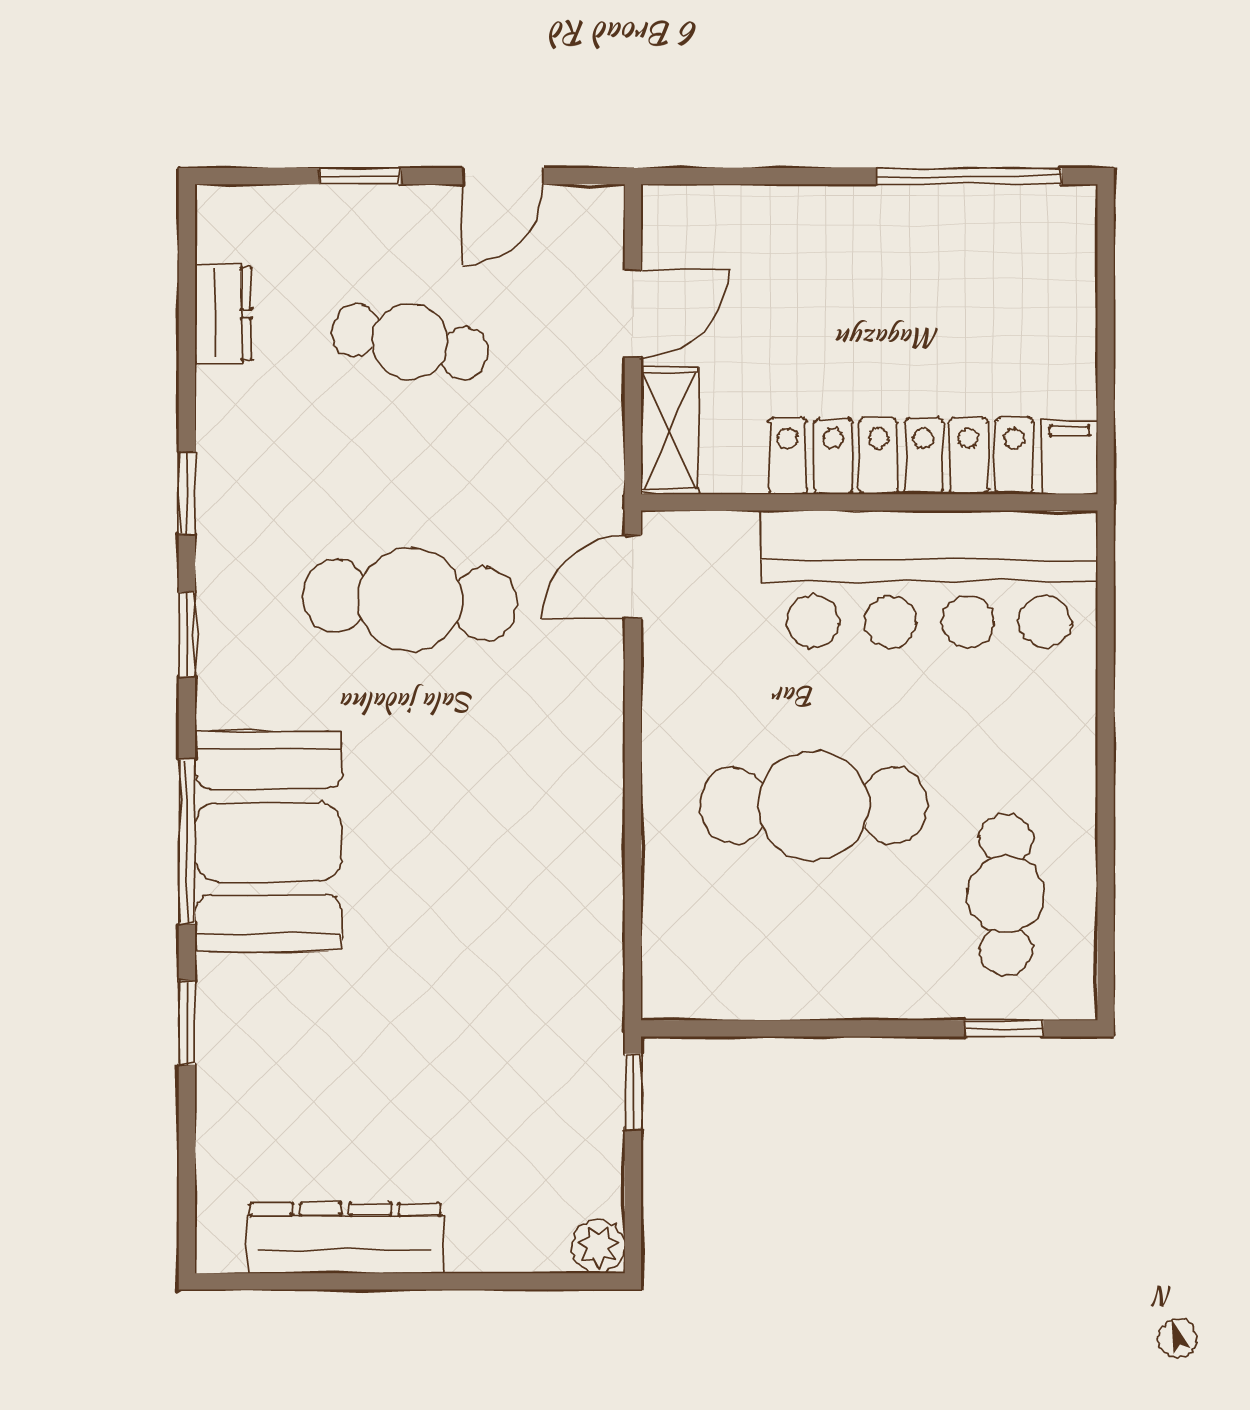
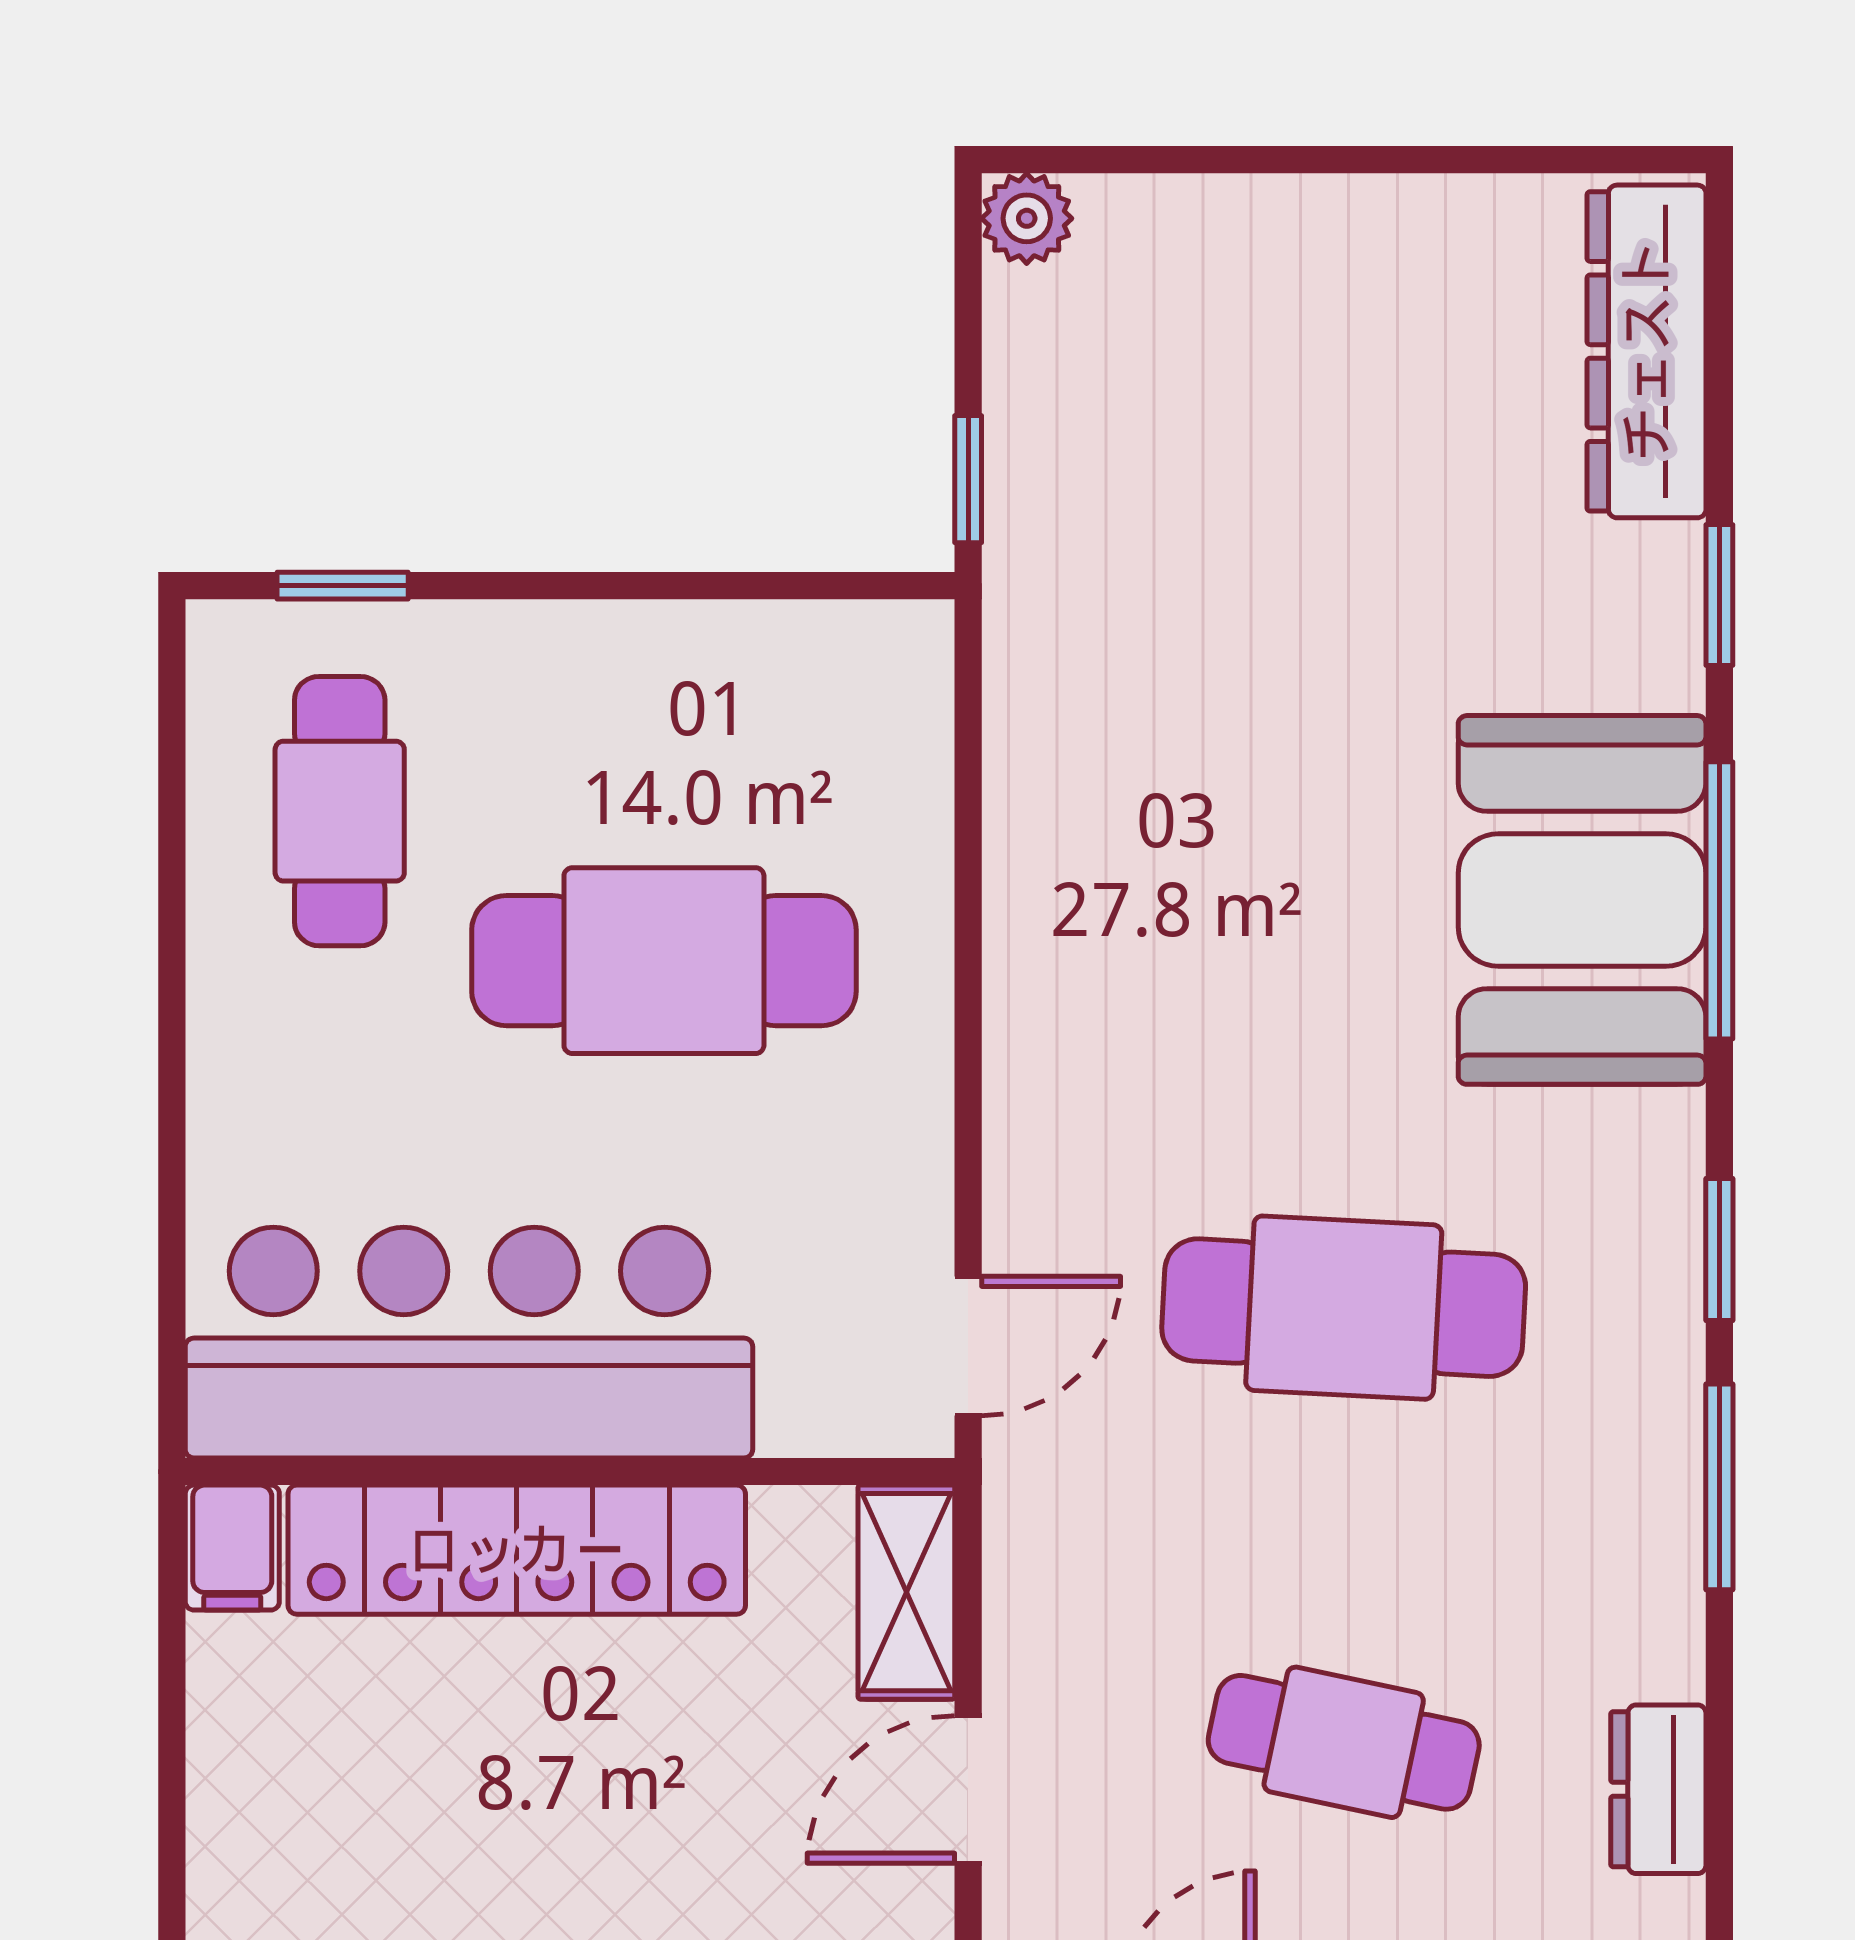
window: (187, 493) -> (1719, 1487), width x1.50
dresser: (345, 1238) -> (1646, 351), moved, turned 90

